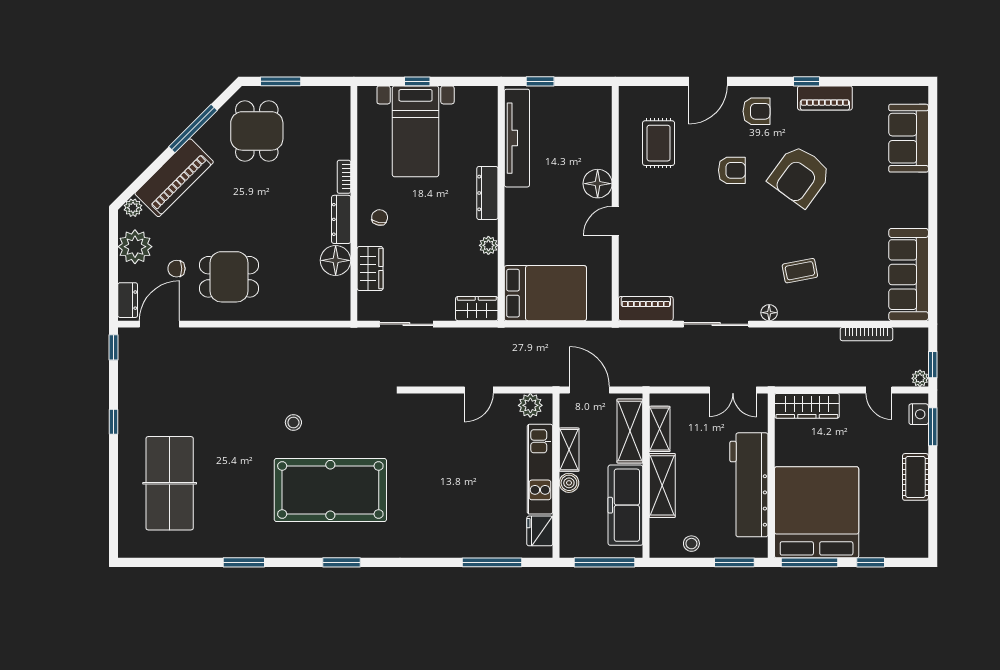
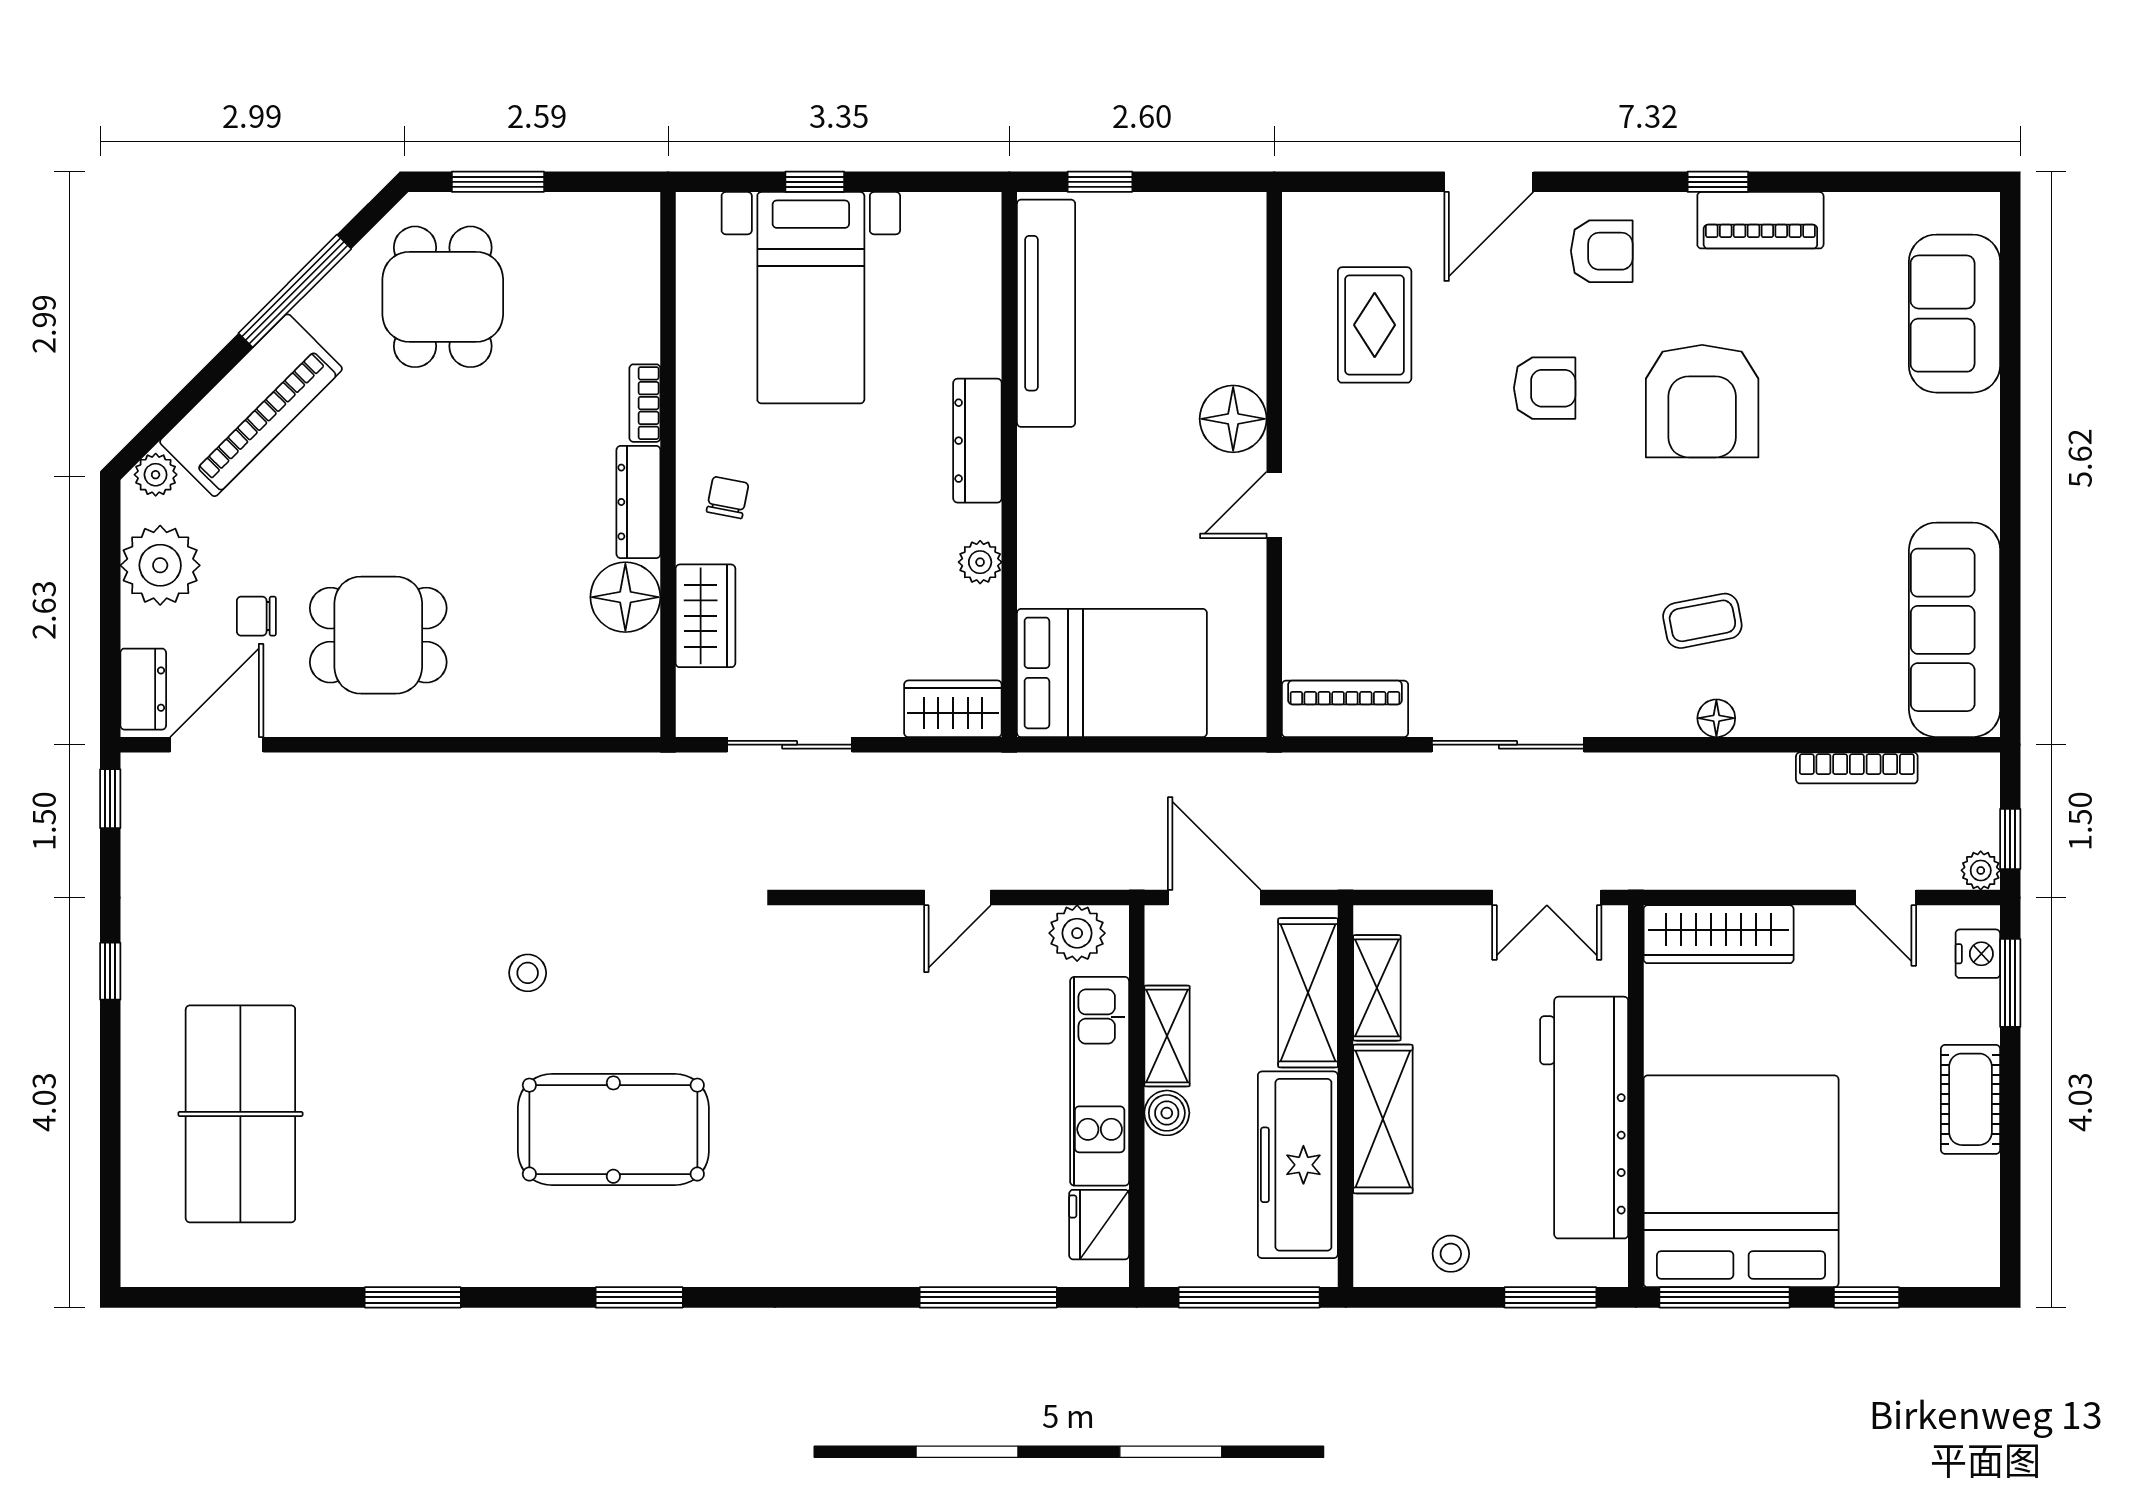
armchair: (800, 176) -> (1702, 401), turned -36
floor lamp: (769, 313) -> (1716, 718), moved
pool table: (330, 490) -> (613, 1130), width x0.73, depth x0.76

